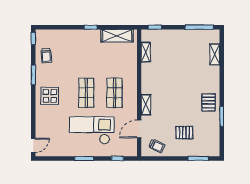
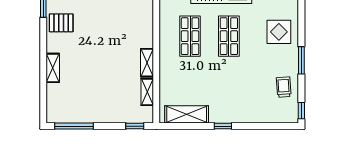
shelving: (215, 54) -> (53, 68), moved
pallet: (209, 102) -> (61, 23), turned 90
shelving: (146, 105) -> (147, 63), moved

